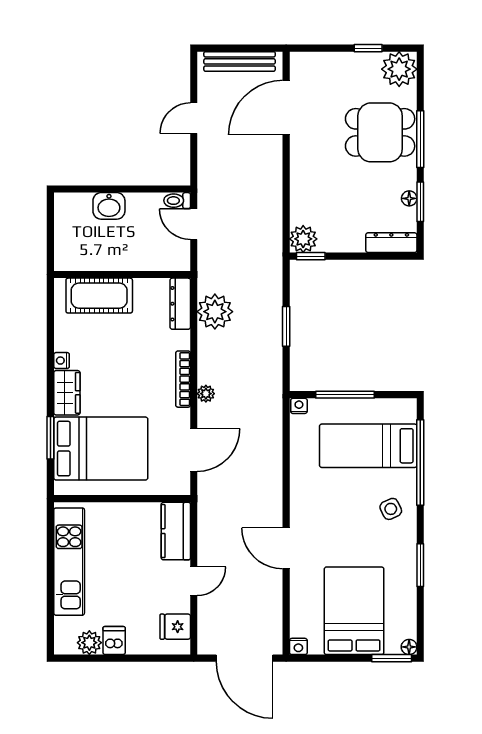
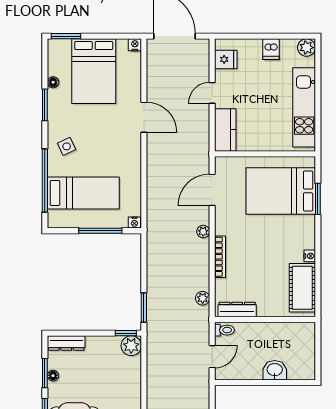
toilet: (177, 201) -> (224, 330), moved
door: (194, 224) -> (212, 357), hinge flipped
cot: (99, 296) -> (302, 288), moved, turned 90
dresser: (180, 304) -> (237, 309), moved, turned -90
plant: (215, 312) -> (203, 298), width x0.53, depth x0.53
window: (286, 326) -> (144, 307), moved
bookcase: (183, 379) -> (220, 257), moved
wardrobe: (67, 393) -> (306, 232), removed
plant: (89, 643) -> (306, 48), moved
floor lamp: (409, 647) -> (53, 82), moved

